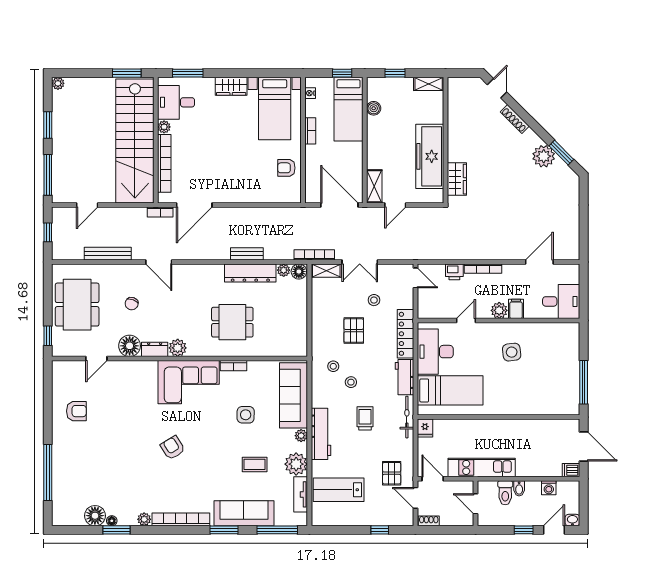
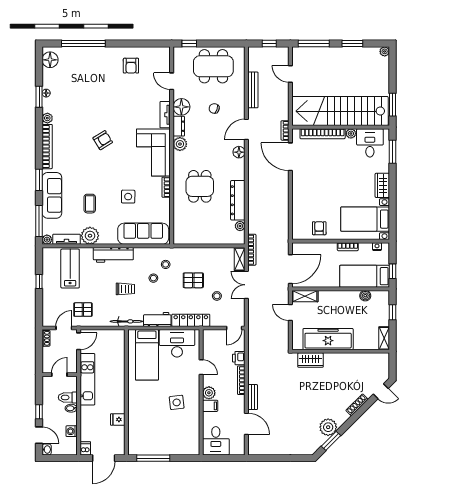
bench: (247, 254) -> (253, 397), moved
floor lamp: (299, 272) -> (239, 152), moved
tv unit: (140, 367) -> (165, 115), added
fridge: (425, 428) -> (118, 419), moved
plant: (301, 436) -> (47, 240), moved
floor lamp: (95, 516) -> (50, 60), moved
window: (380, 530) -> (39, 282), moved

